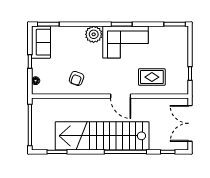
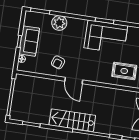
plant: (94, 34) -> (59, 23), moved
sofa: (41, 42) -> (29, 41), moved
door: (121, 96) -> (74, 81), moved
stairs: (102, 136) -> (72, 120), width x0.54, depth x0.66

